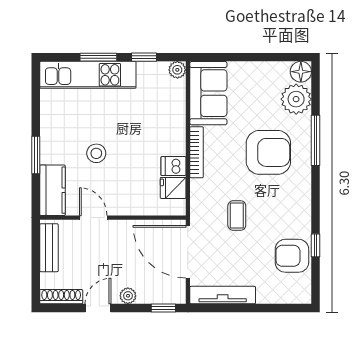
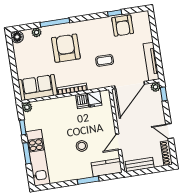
plant: (296, 99) -> (37, 32), width x0.53, depth x0.53
plant: (128, 296) -> (155, 87), moved

